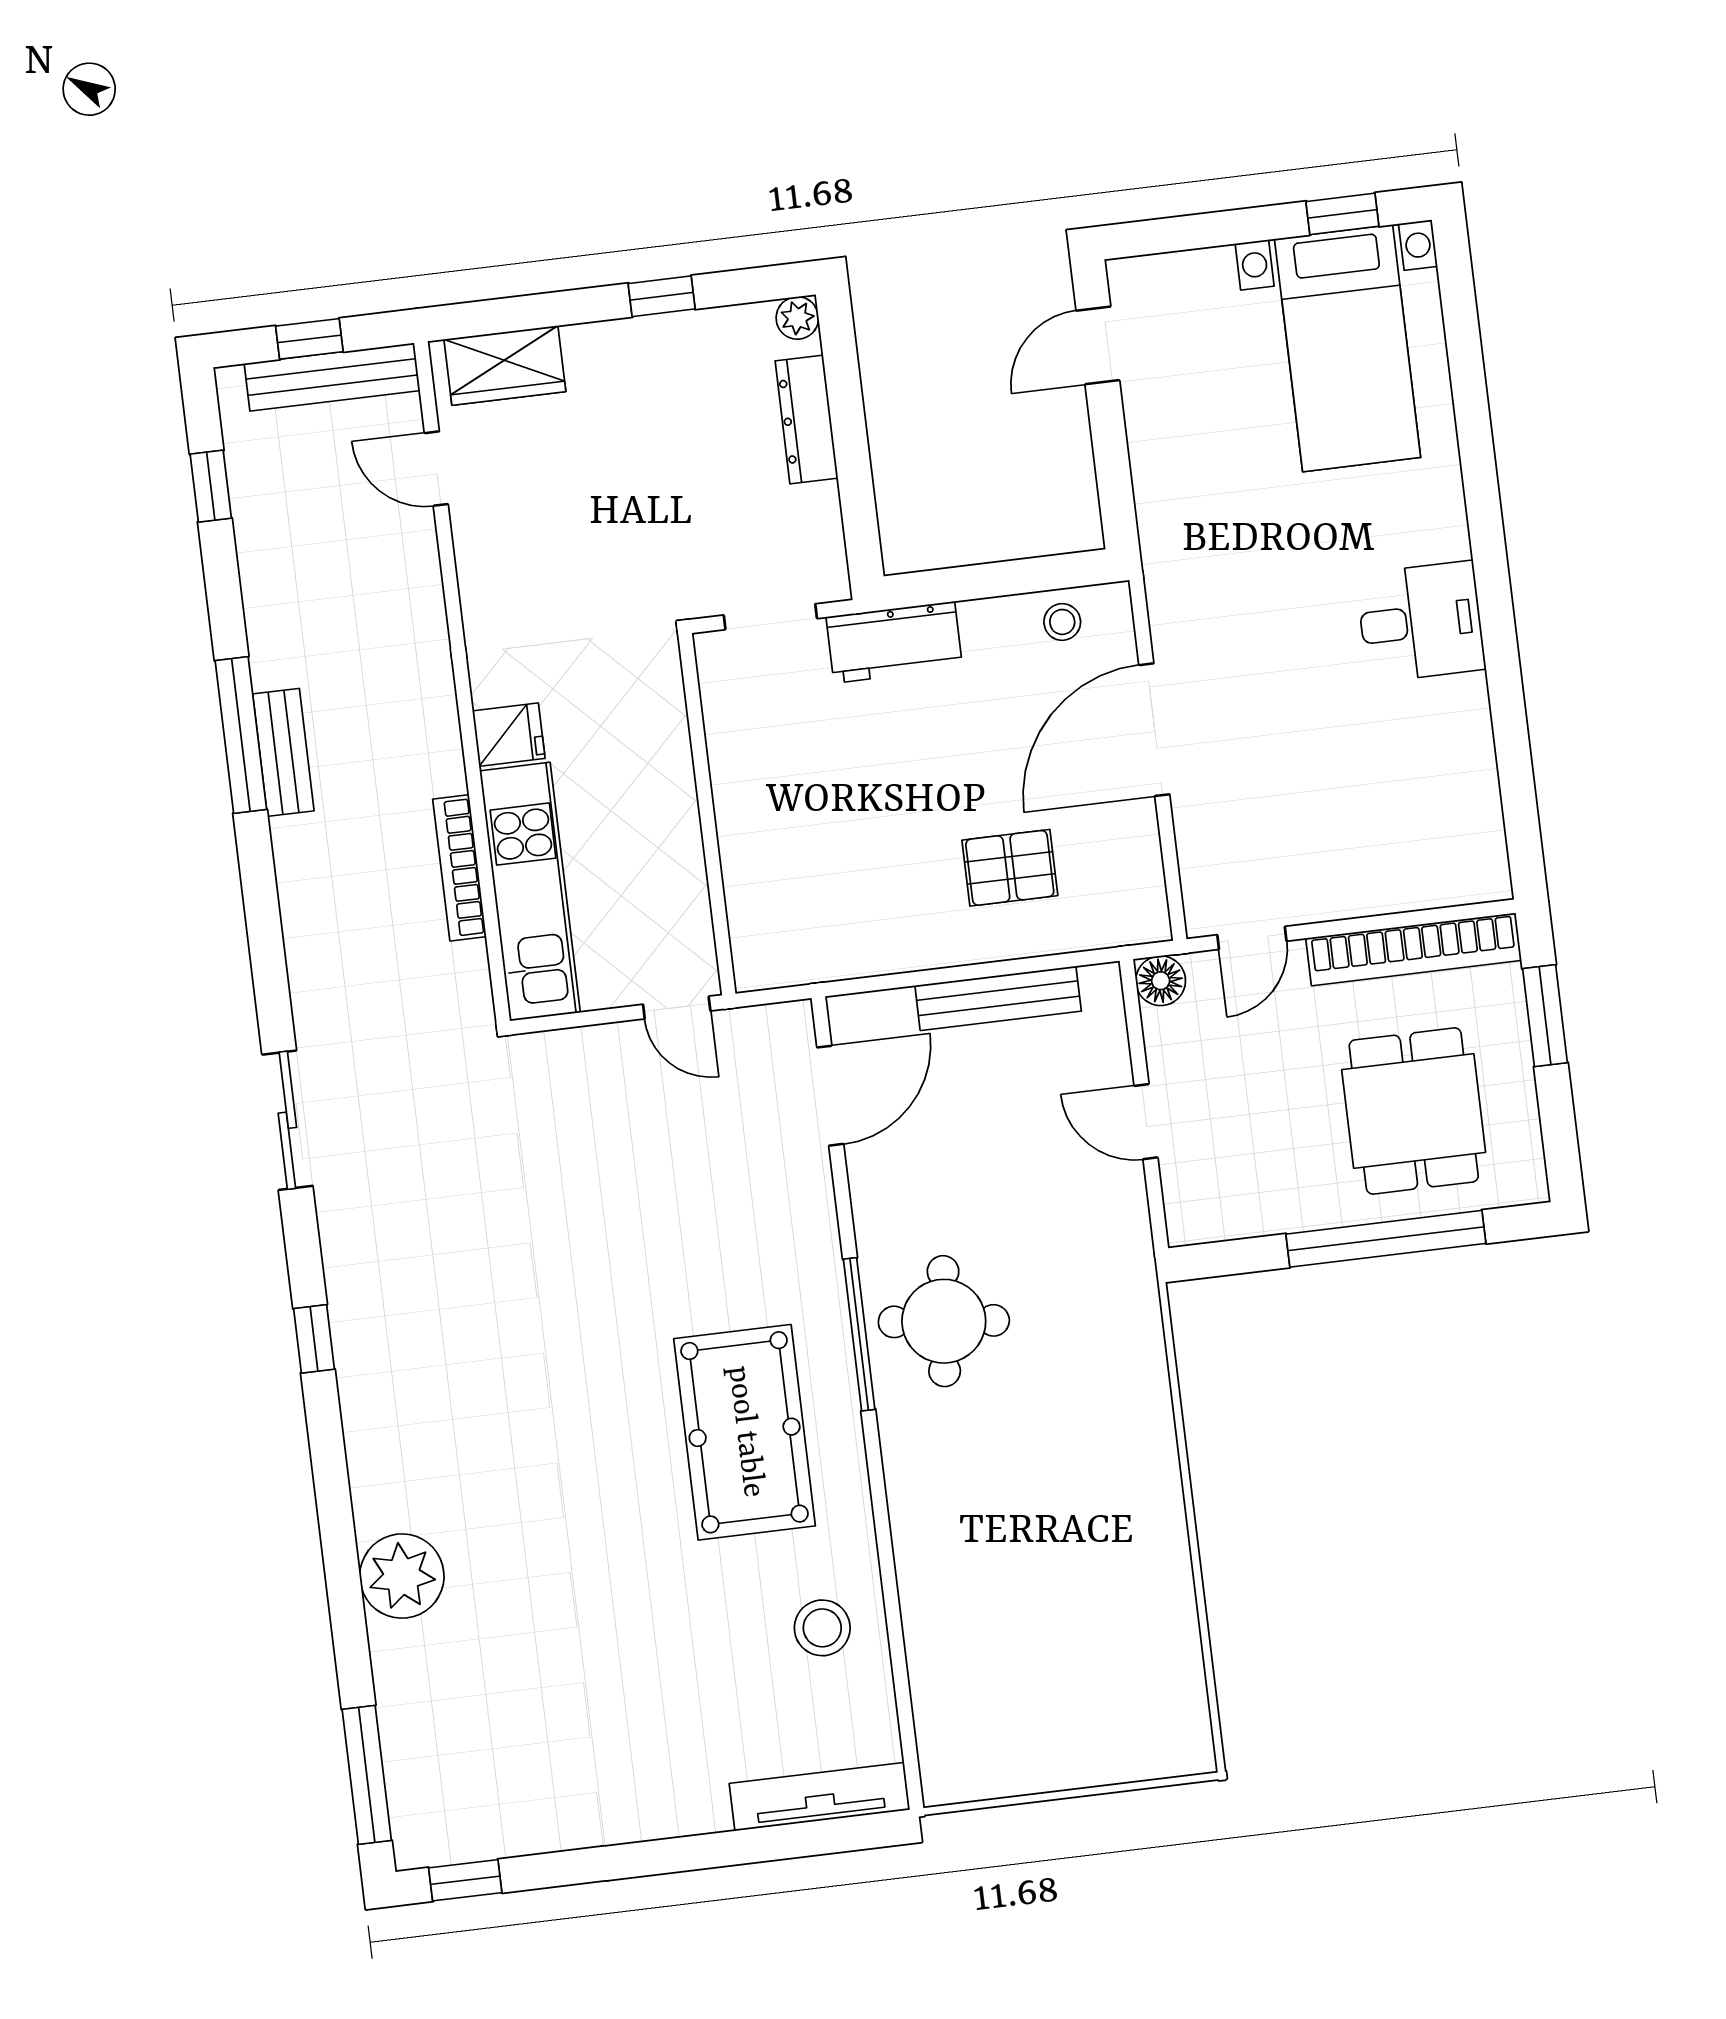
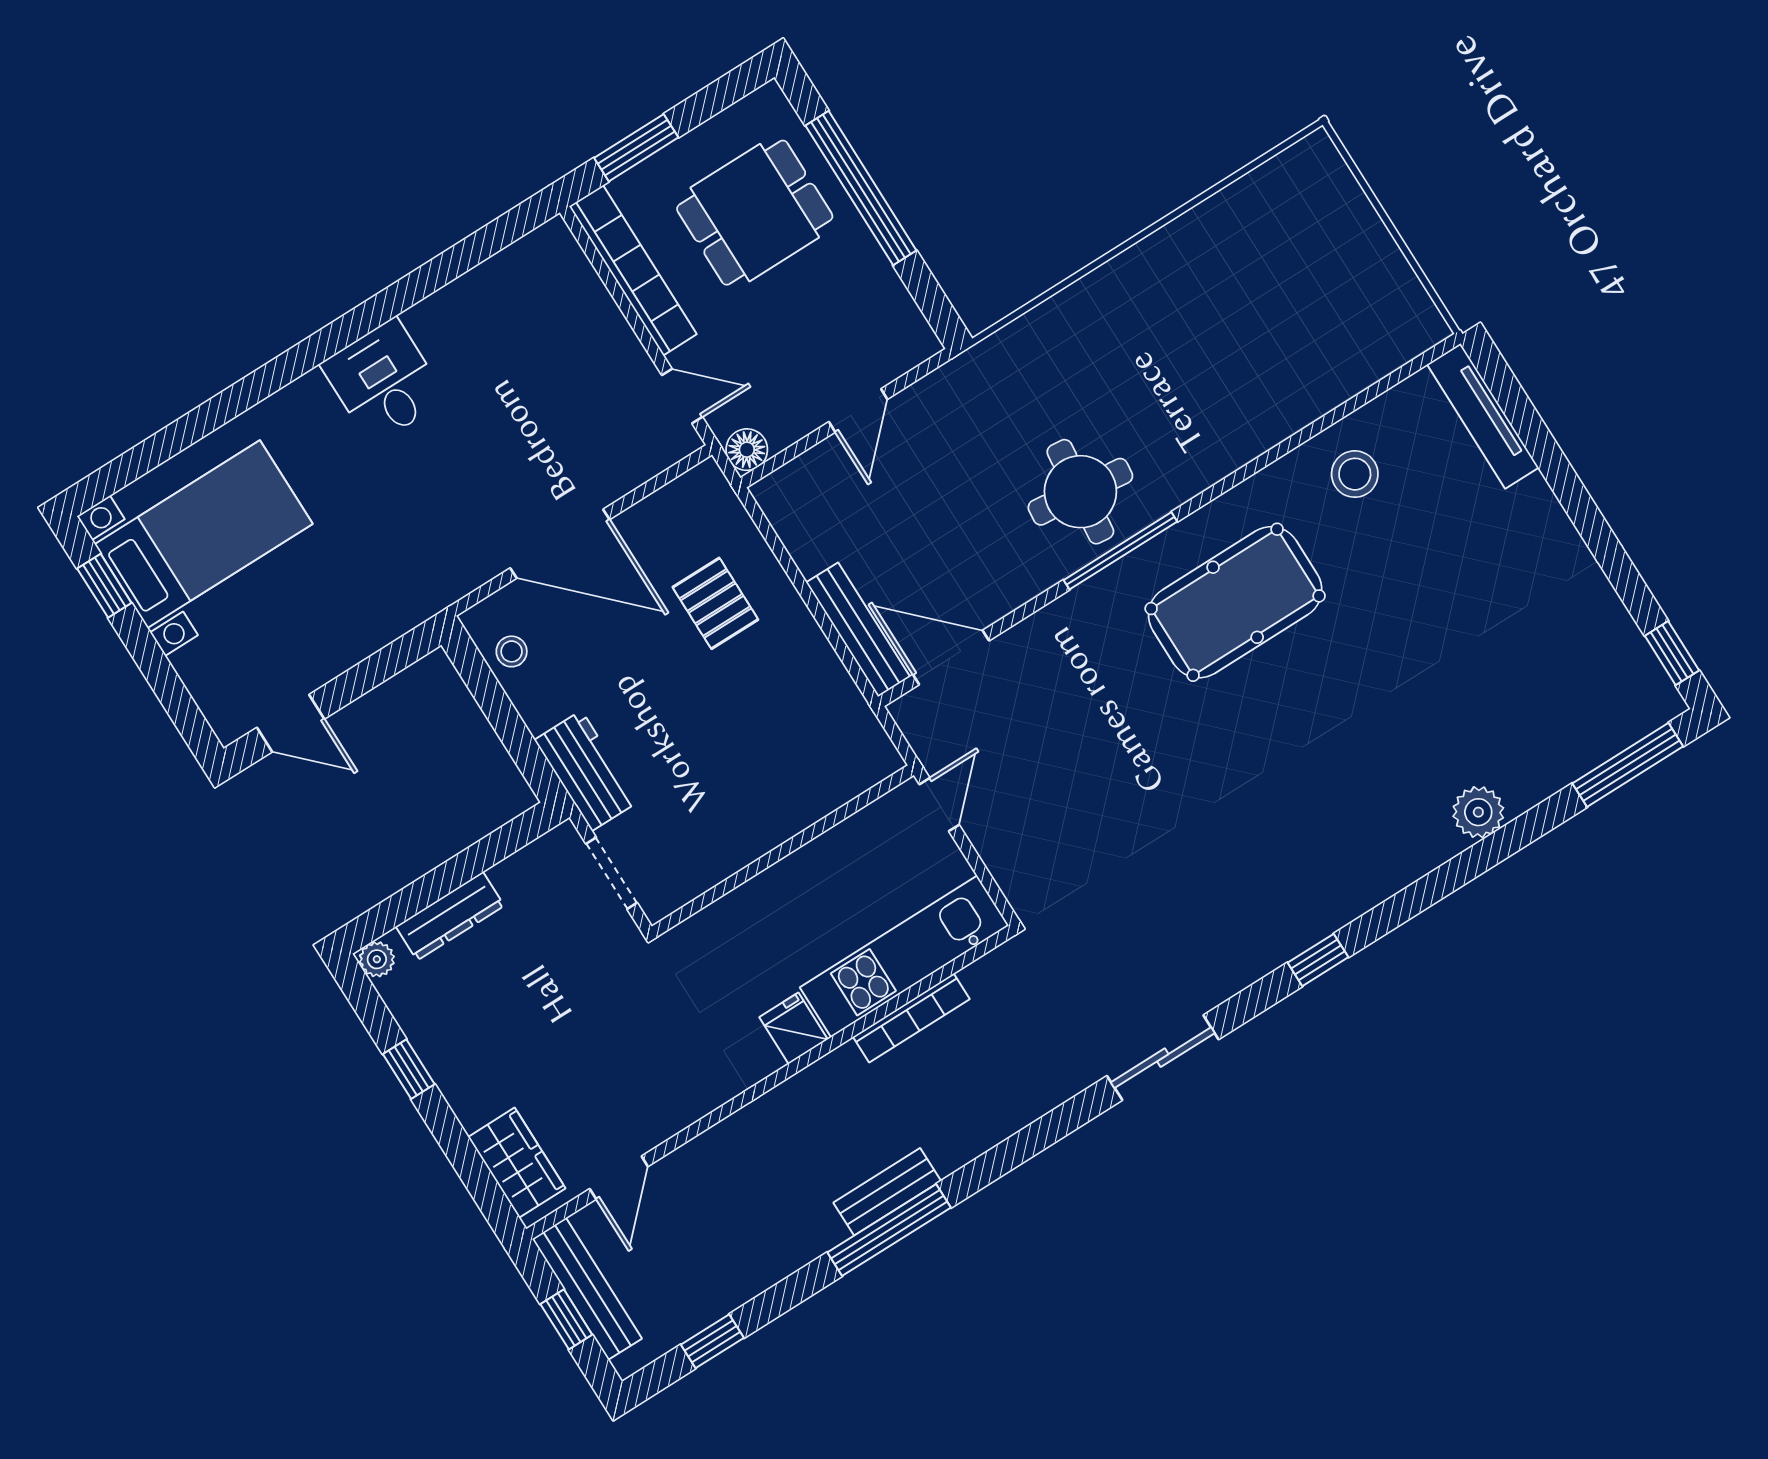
bench: (998, 998) -> (858, 630), moved
plant: (402, 1576) -> (1478, 812), width x0.73, depth x0.73

